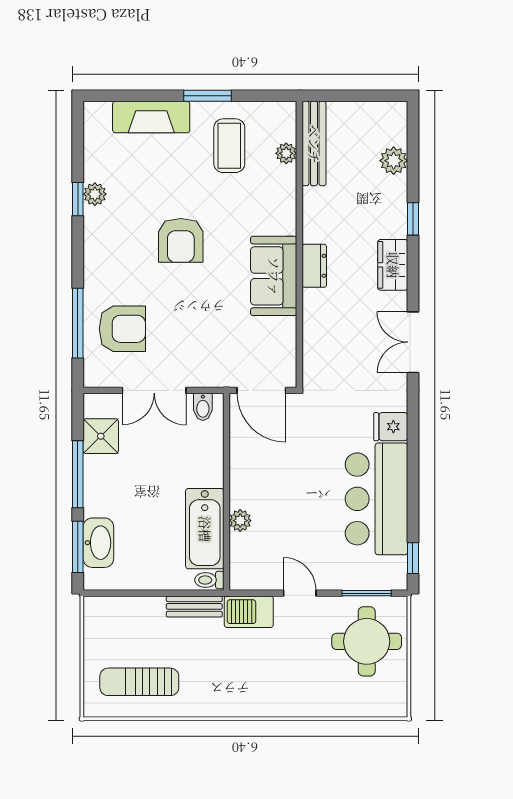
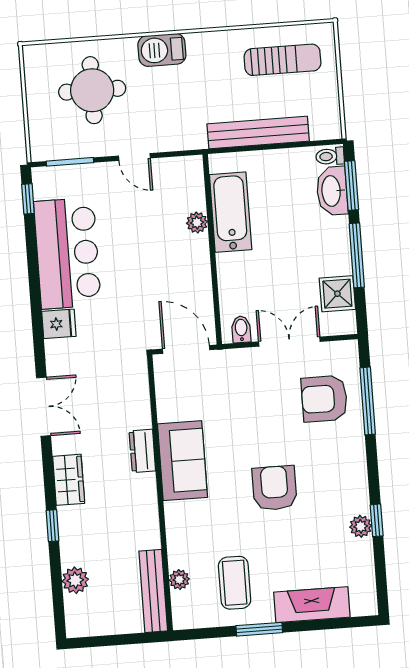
dresser: (314, 266) -> (142, 451), moved
toilet: (209, 580) -> (330, 156), moved, turned 180
bench: (194, 606) -> (258, 133), width x1.86, depth x1.21
barbecue: (249, 612) -> (162, 50), moved, turned 180
round table: (367, 641) -> (92, 90), moved

